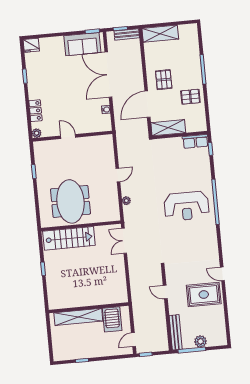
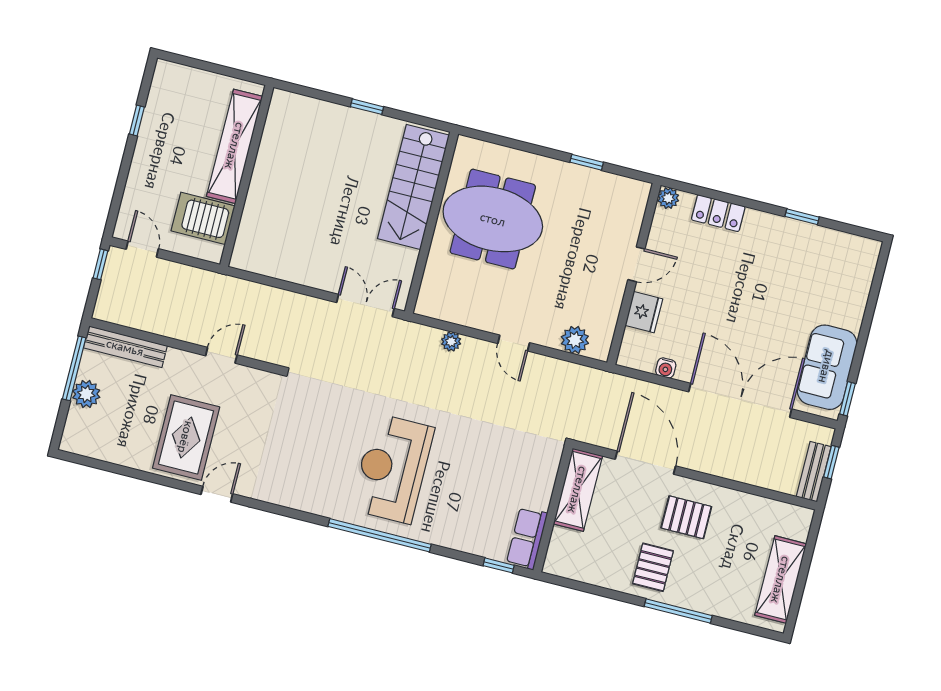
shelving: (160, 34) -> (781, 580), moved
fridge: (31, 45) -> (644, 312), moved, turned 180
pallet: (190, 97) -> (653, 567), moved
plant: (108, 151) -> (575, 340), added

